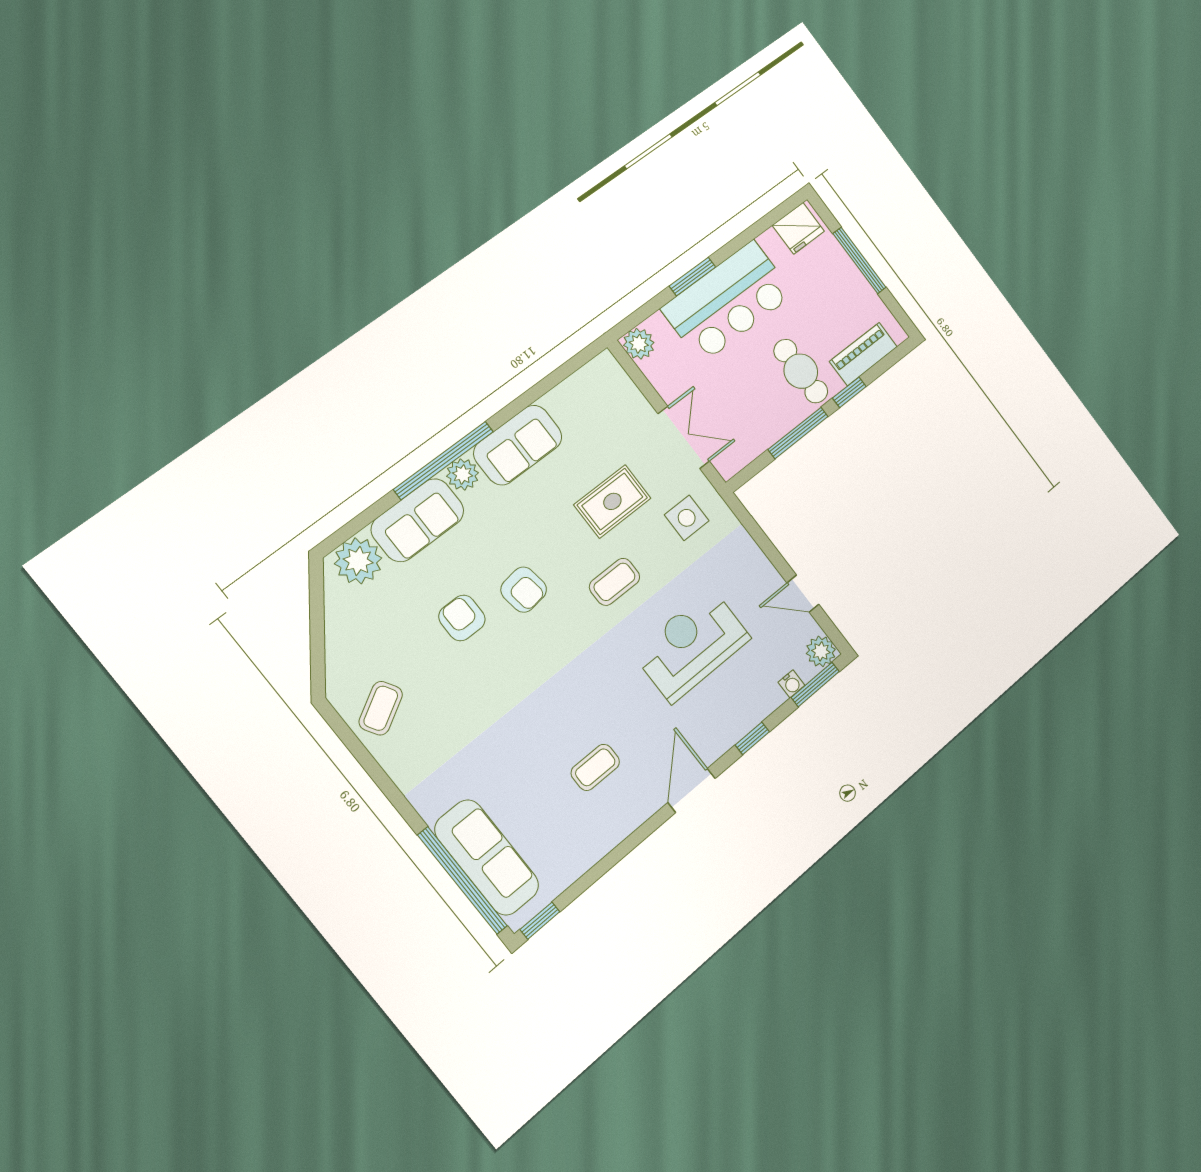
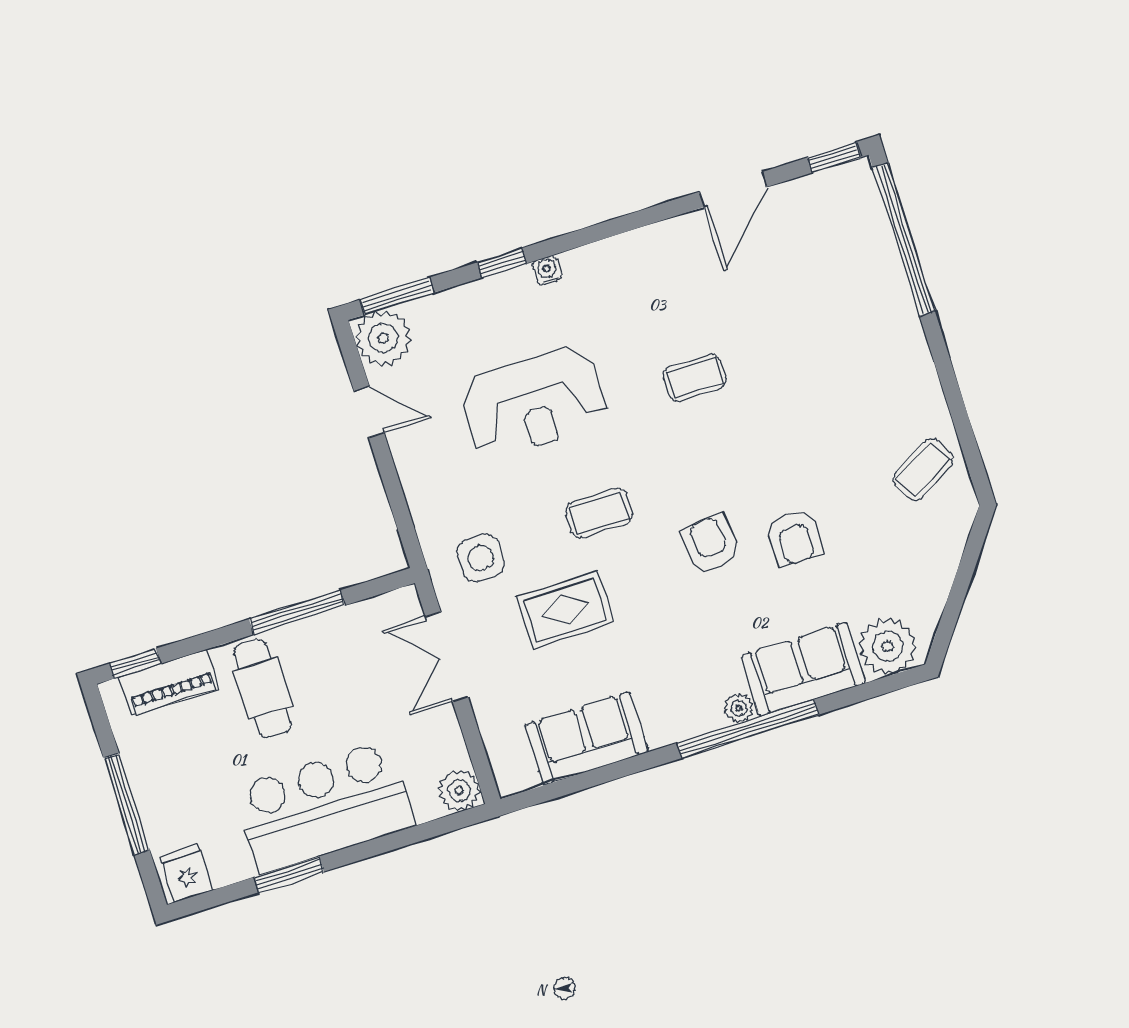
fridge: (798, 228) -> (186, 873), width x0.72
window: (692, 277) -> (289, 874), moved
window: (849, 392) -> (135, 664), moved
sofa: (518, 445) -> (586, 738), moved
plant: (463, 474) -> (739, 708), width x0.73, depth x0.73
plant: (821, 651) -> (383, 338), width x1.36, depth x1.36
water cooler: (791, 684) -> (547, 270), moved
coffee table: (595, 767) -> (695, 378), moved
door: (692, 790) -> (733, 189), moved
sofa: (487, 857) -> (867, 254), removed

